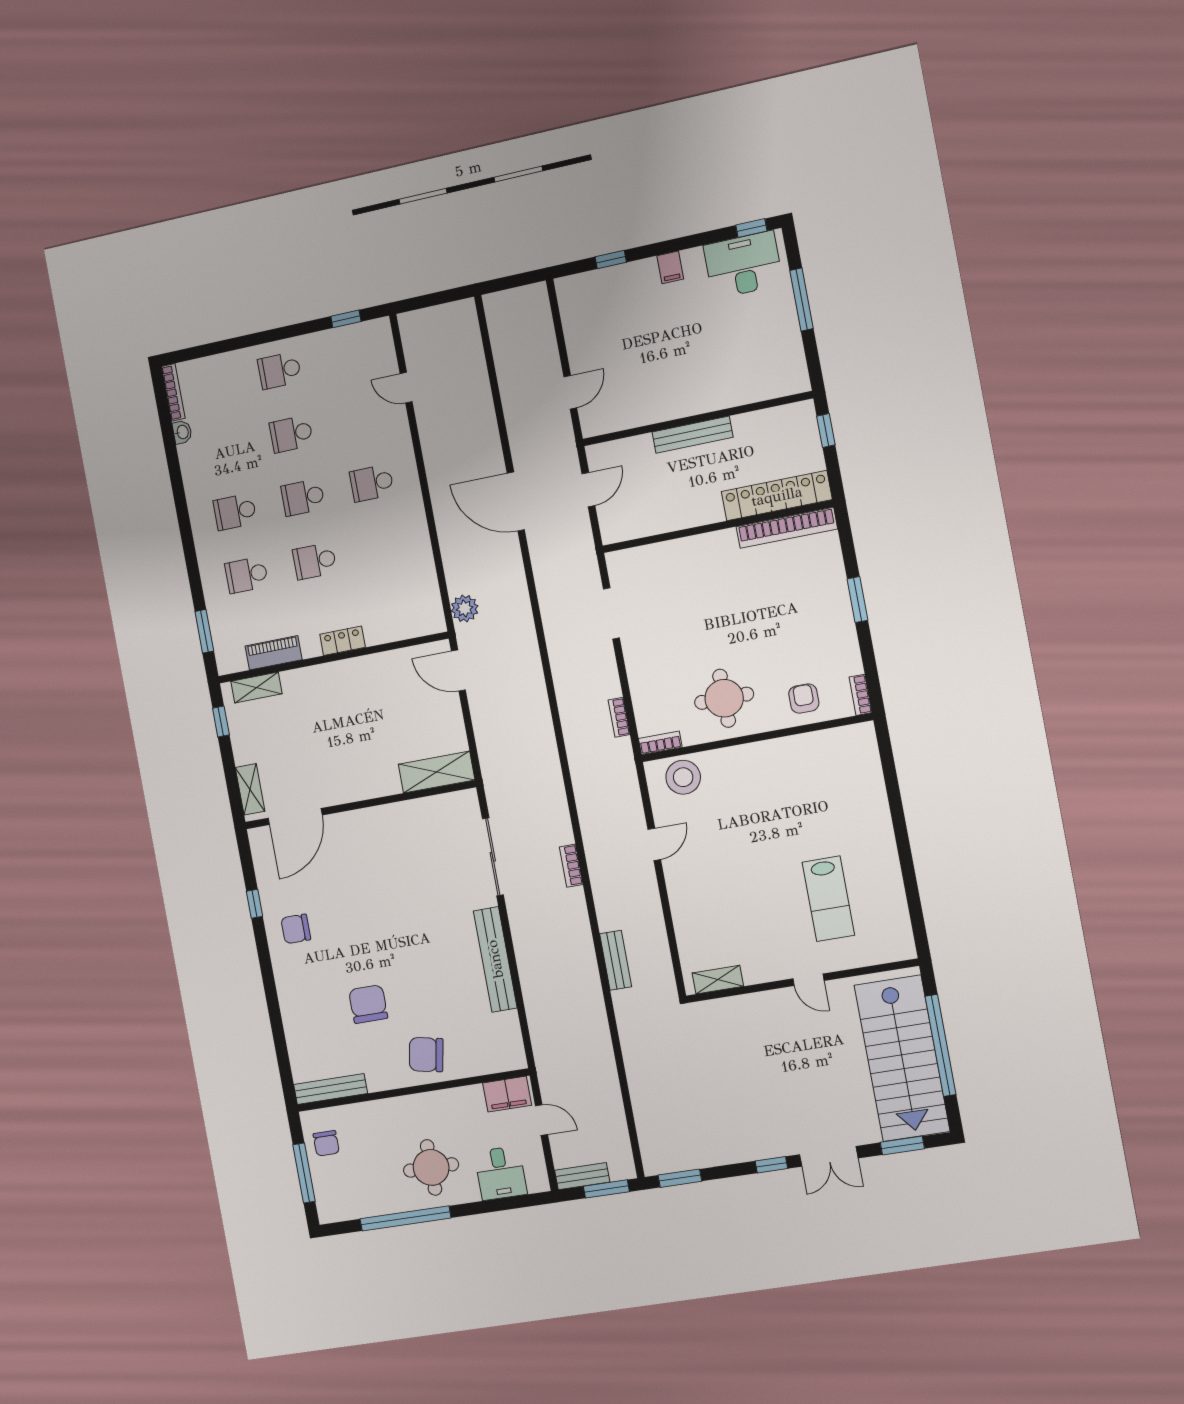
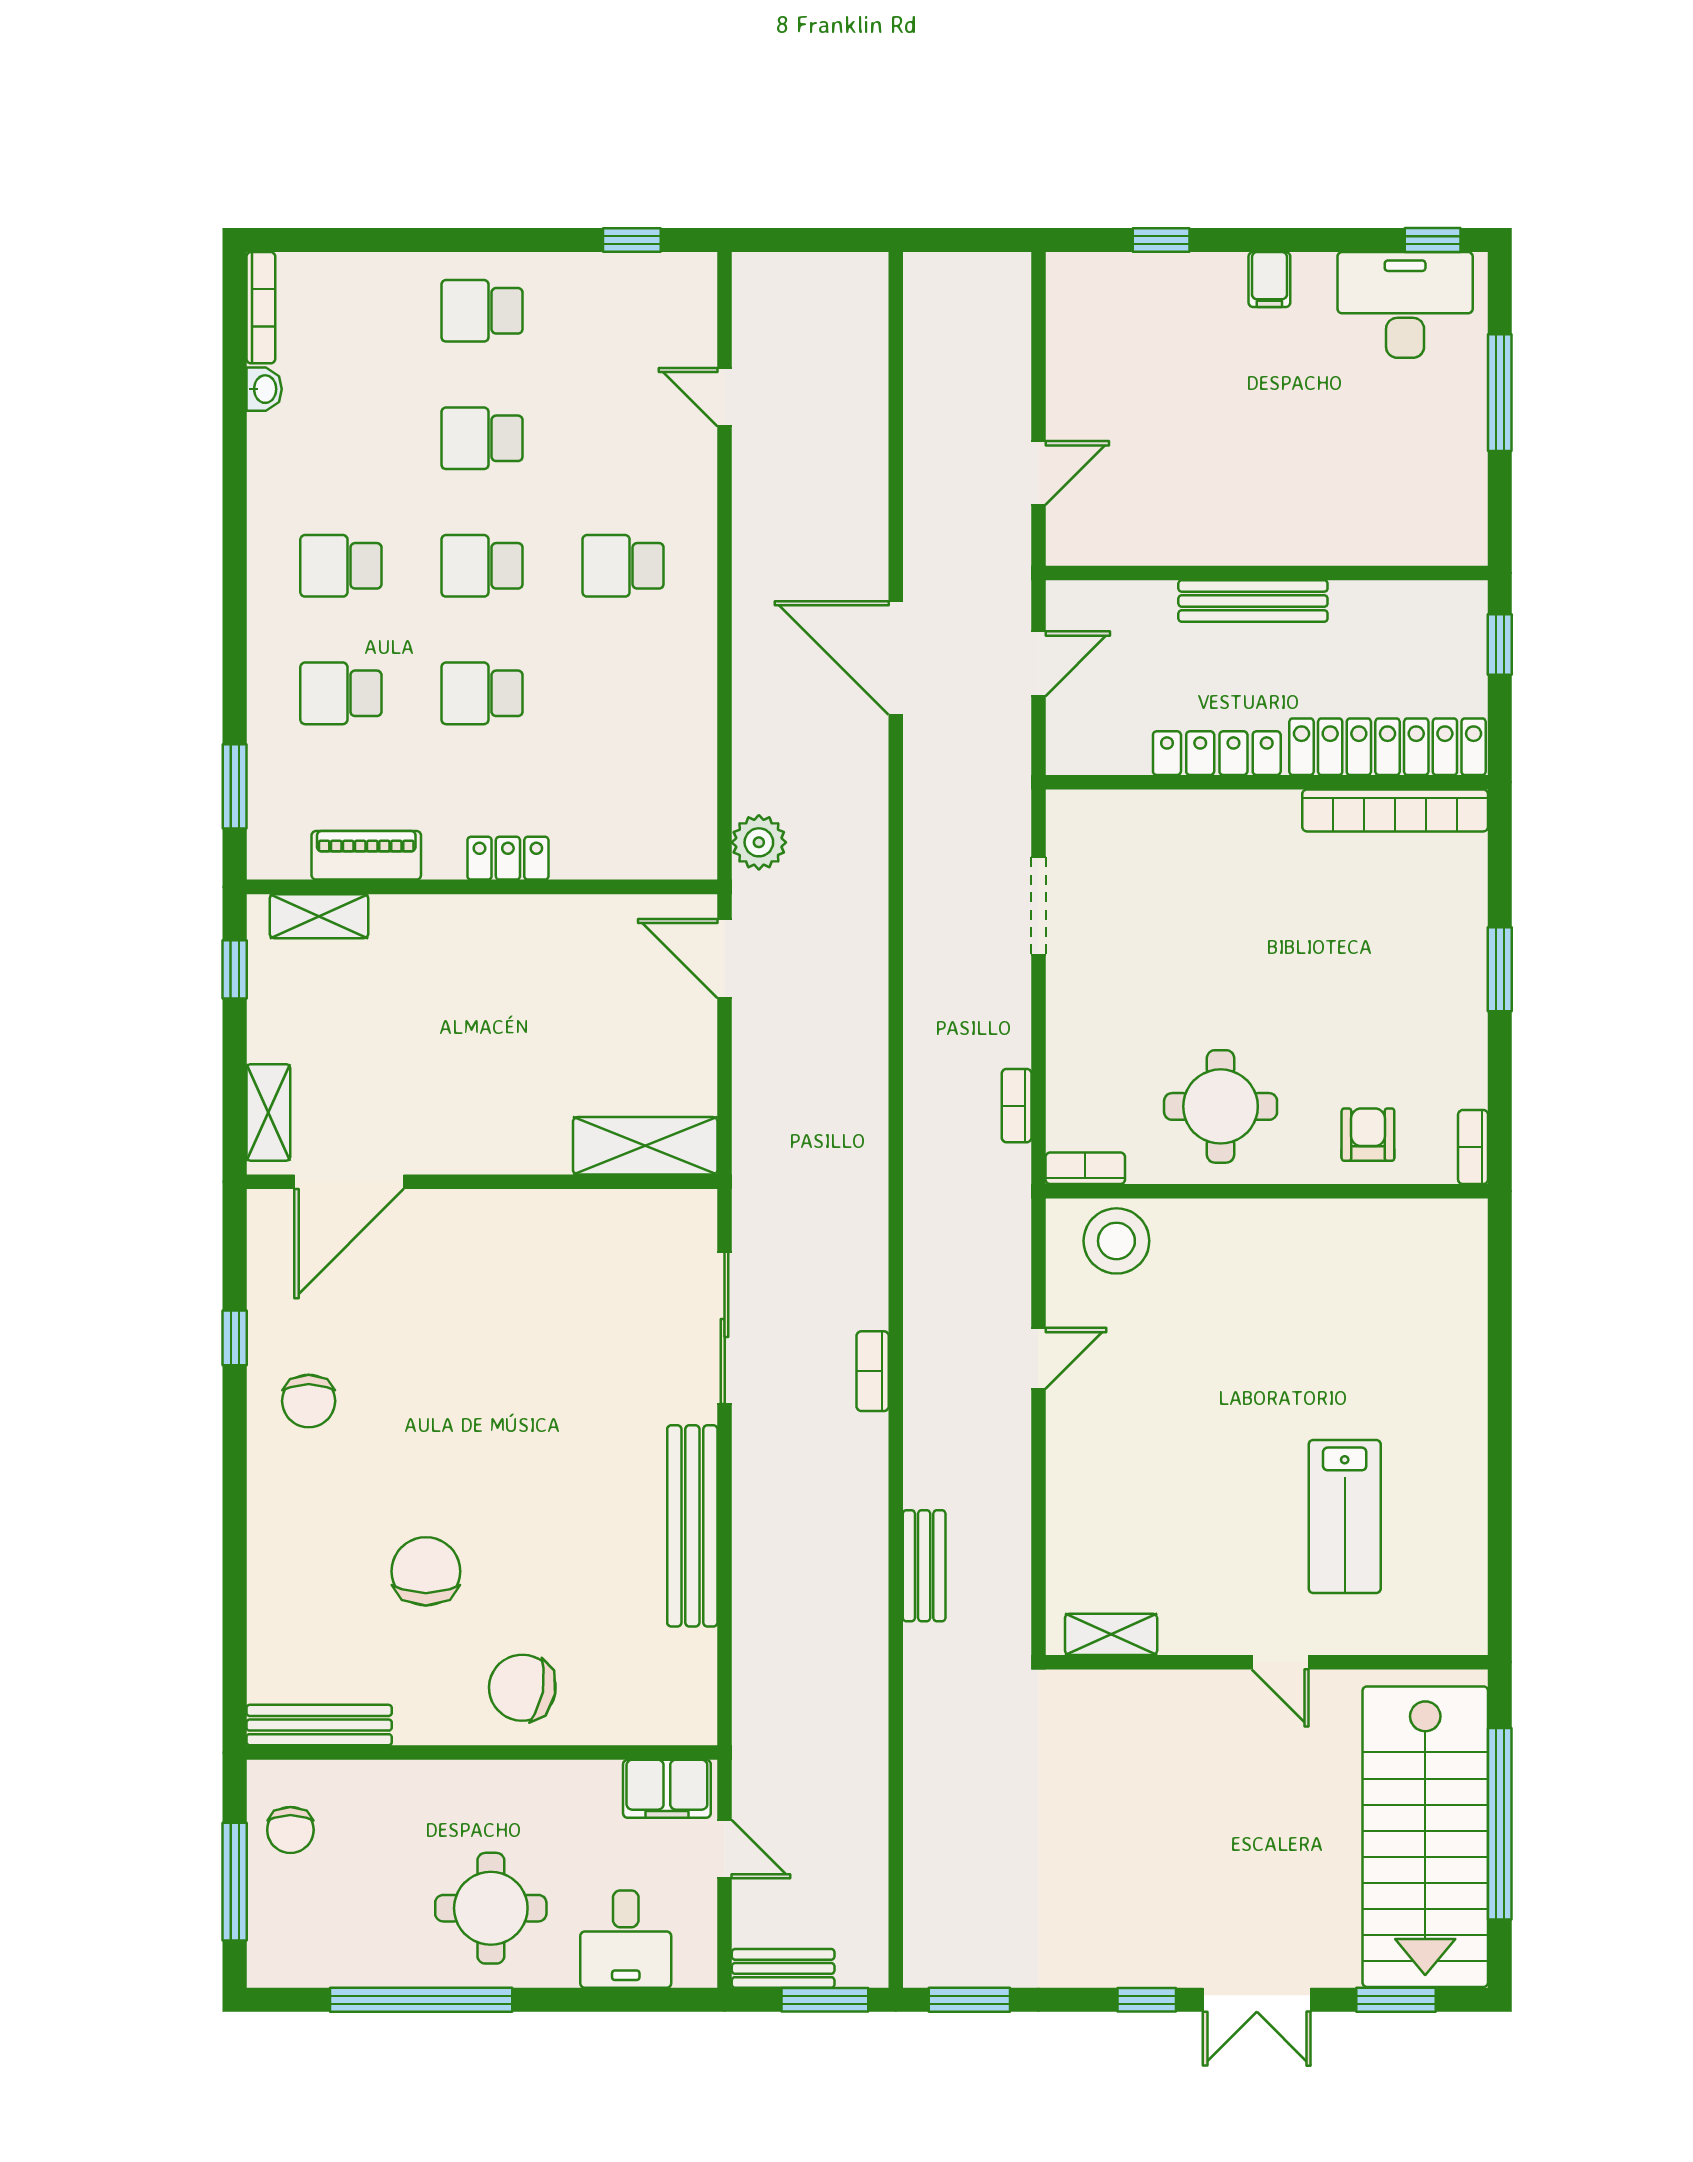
locker: (688, 517) -> (1217, 753), added
chair: (296, 929) -> (309, 1401), turned -90

